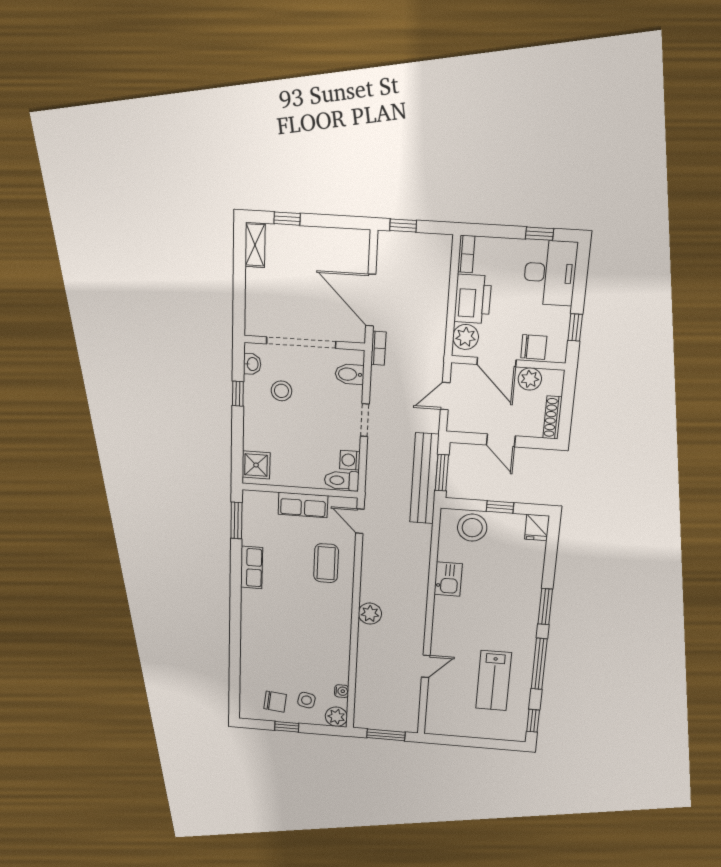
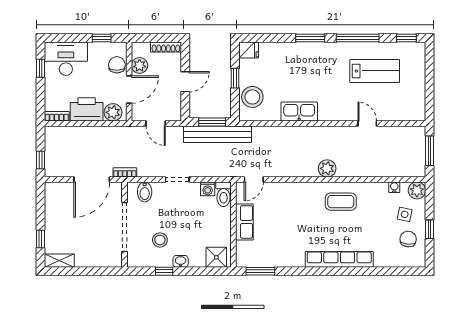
washbasin: (252, 364) -> (181, 261), moved
coffee table: (326, 563) -> (341, 202), moved
row of seats: (252, 567) -> (339, 259), moved, width x2.02
kitchen sink: (448, 579) -> (299, 112), width x1.38

